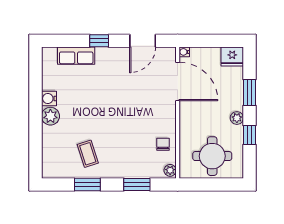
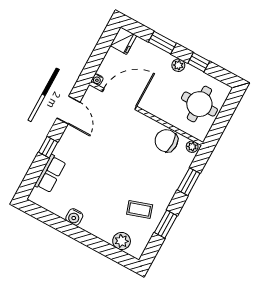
plant: (50, 116) -> (122, 241), moved
chair: (163, 144) -> (166, 141), width x1.87, depth x1.87

